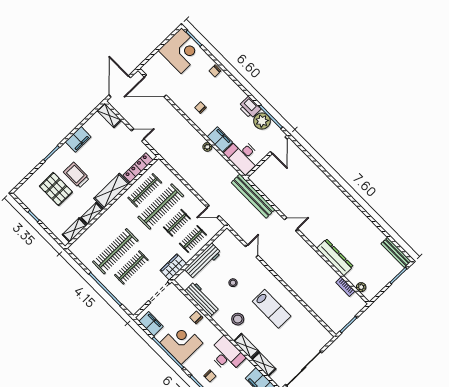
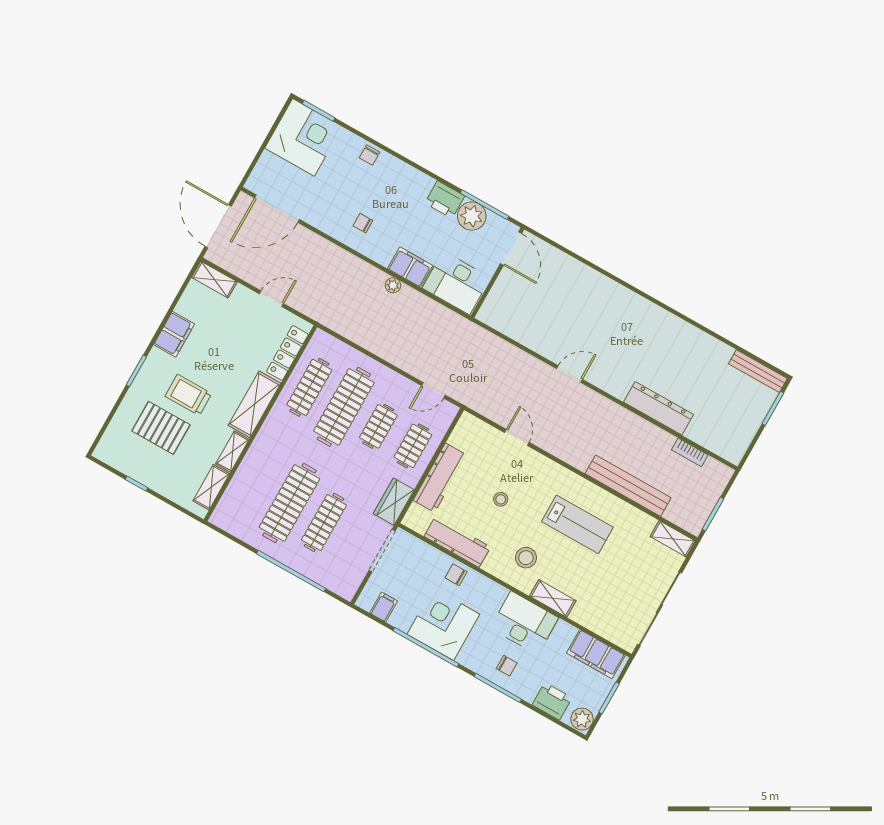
bench: (253, 196) -> (628, 486), moved
plant: (361, 287) -> (716, 445), removed
filing cabinet: (151, 324) -> (384, 607), width x0.50
shelving: (264, 364) -> (673, 539), moved

